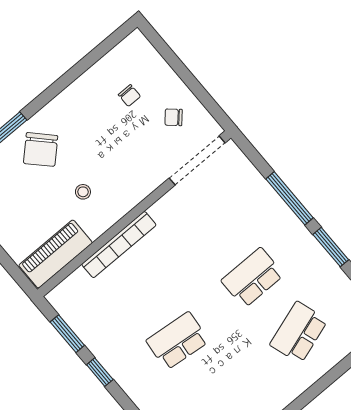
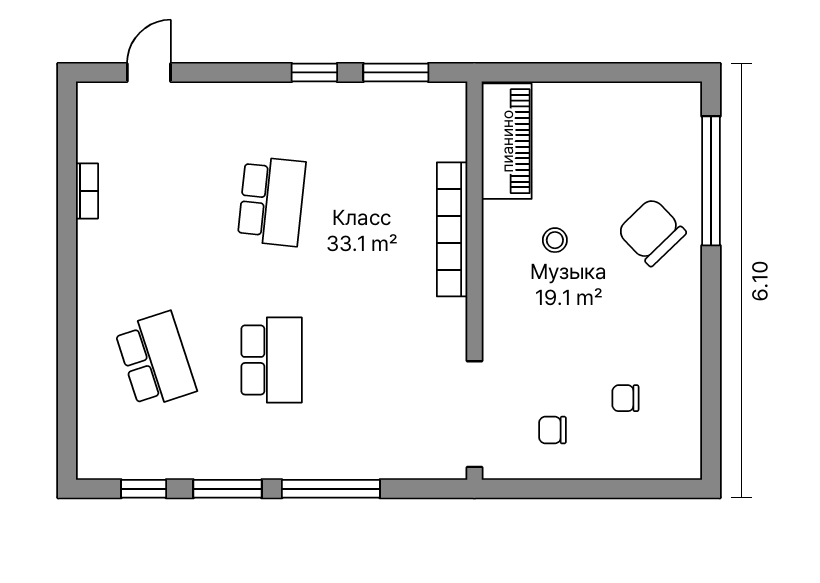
chair: (174, 117) -> (552, 430), turned -132

